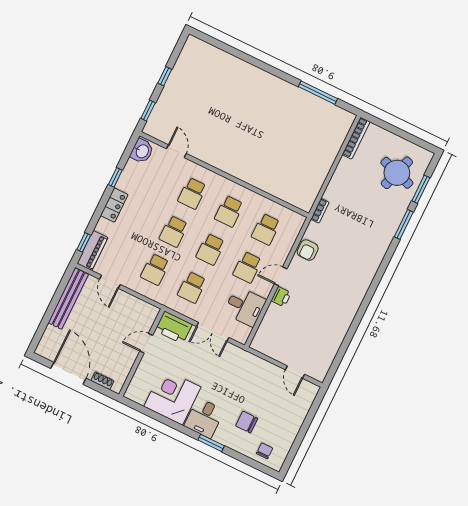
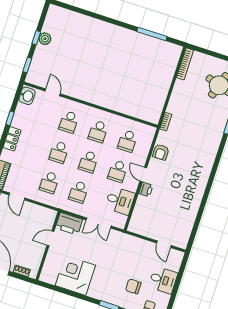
plant: (176, 79) -> (45, 39), added
door: (281, 276) -> (143, 174), hinge flipped
desk: (204, 418) -> (163, 280), moved, turned -90

